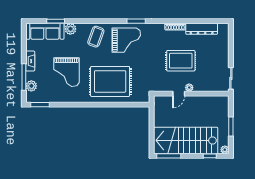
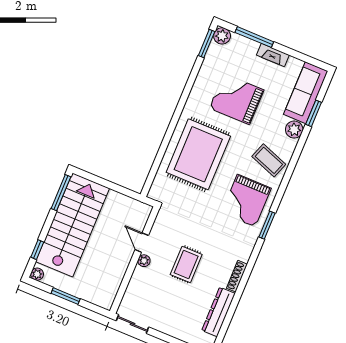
rug: (181, 61) -> (186, 264), width x0.73, depth x0.70
plant: (31, 86) -> (222, 36), moved

